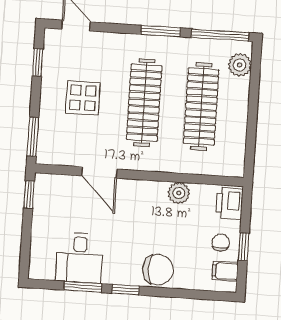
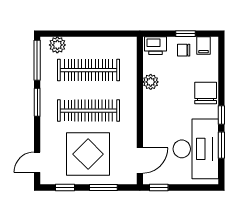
display table: (83, 98) -> (88, 154), width x1.86, depth x1.86
window: (33, 137) -> (103, 188), moved
door: (99, 172) -> (140, 160), moved
desk: (80, 258) -> (196, 149), width x1.87, depth x1.30

